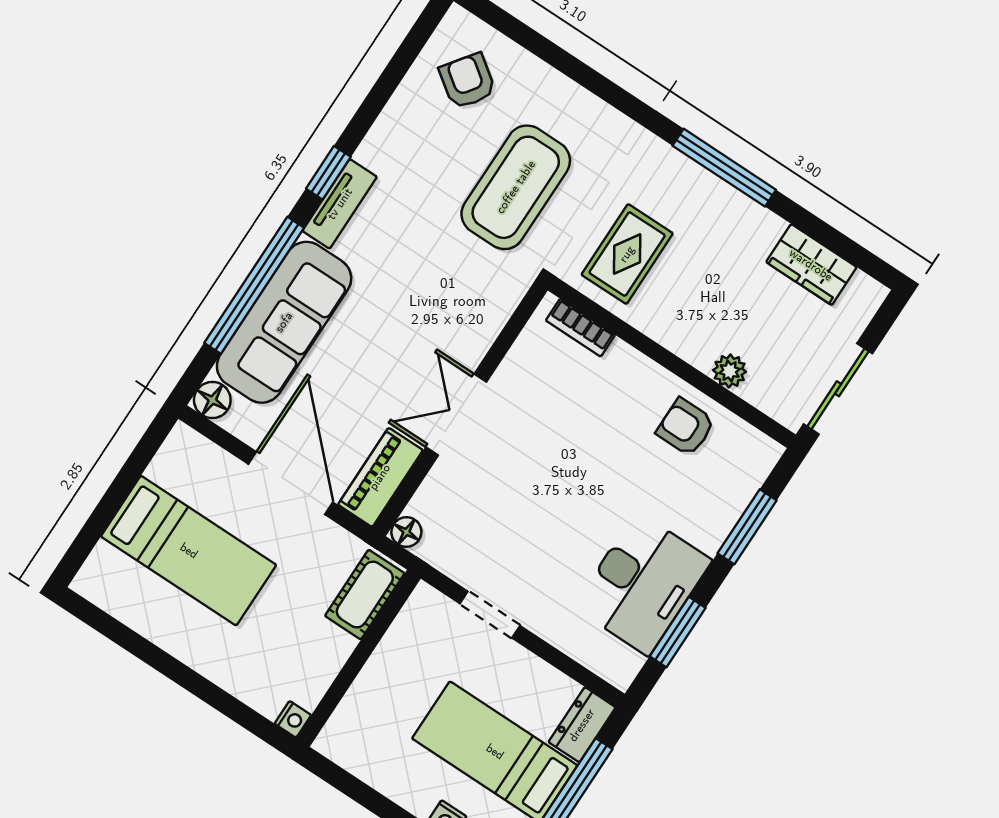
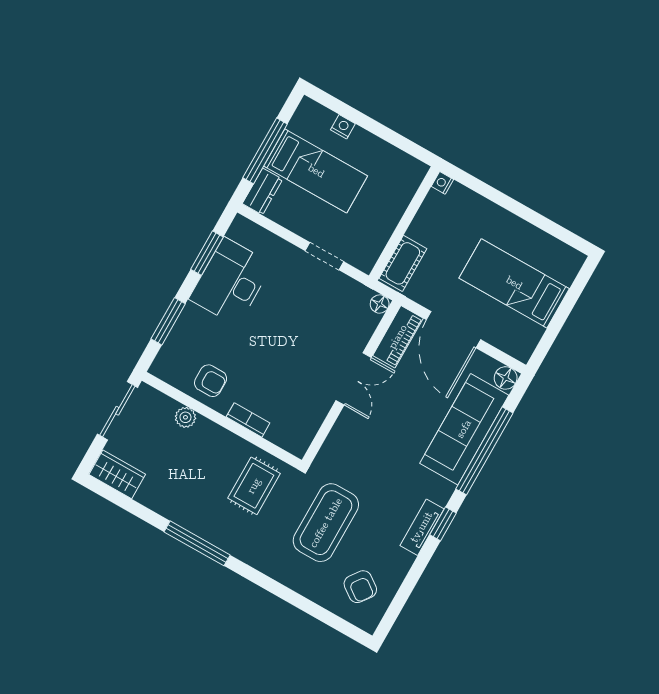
tv unit: (340, 204) -> (422, 527), moved
wardrobe: (811, 265) -> (117, 474), moved
bookcase: (580, 328) -> (248, 420), moved

